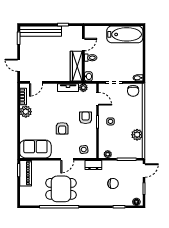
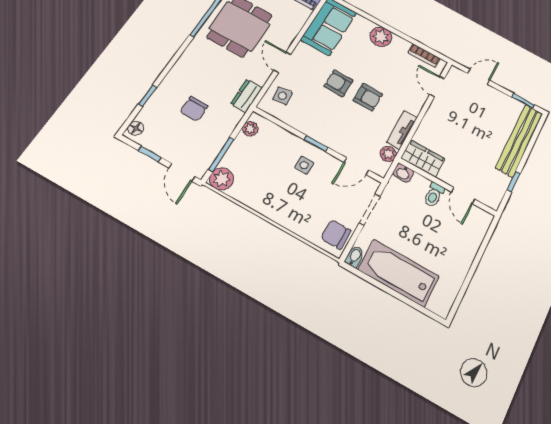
bathtub: (125, 34) -> (399, 273), moved, turned 90
wardrobe: (76, 66) -> (423, 159), width x0.67
plant: (26, 112) -> (381, 37), moved
armchair: (86, 118) -> (368, 97), moved
plant: (137, 135) -> (222, 179), moved

